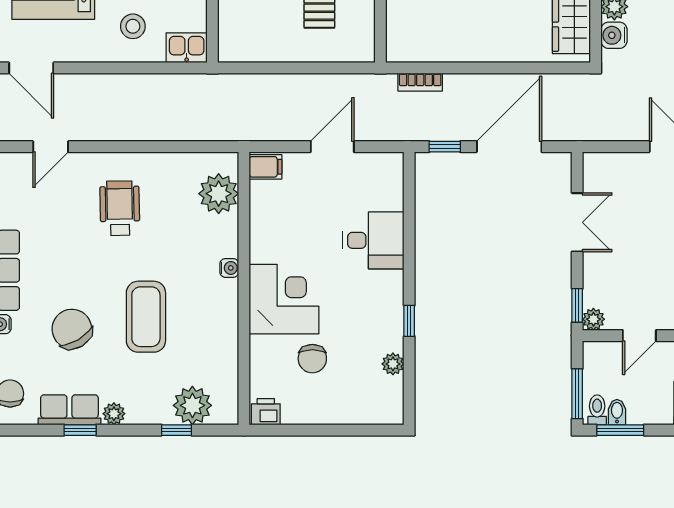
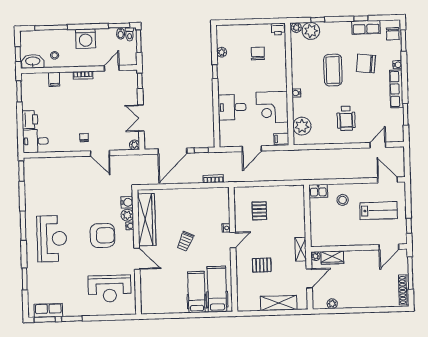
corner desk: (284, 299) -> (272, 107), moved
plant: (593, 319) -> (134, 145), moved
chair: (72, 329) -> (366, 64), turned 127
plant: (114, 414) -> (296, 28), moved

